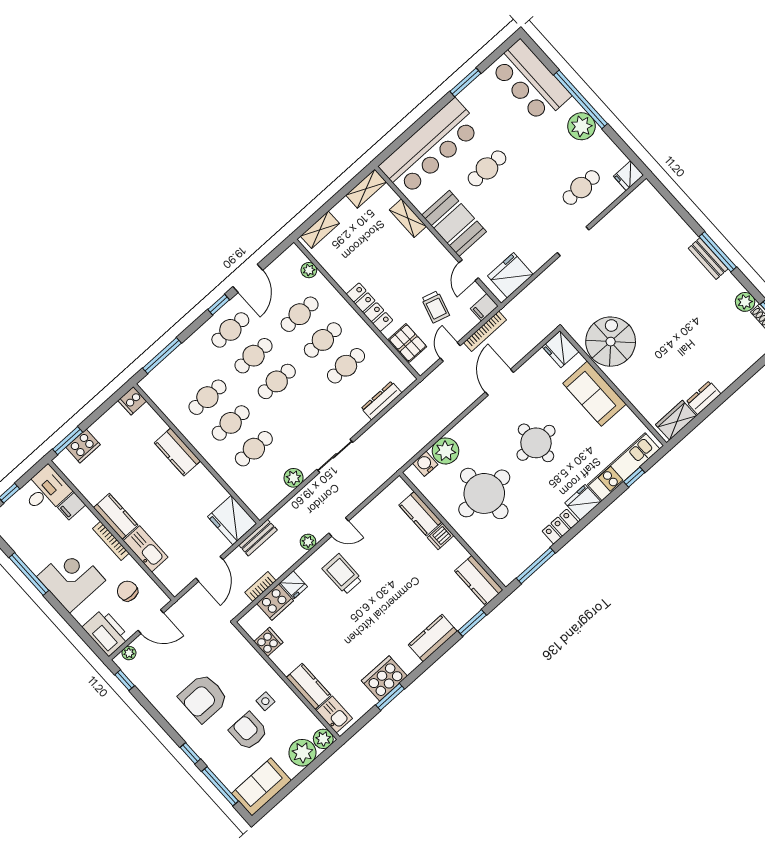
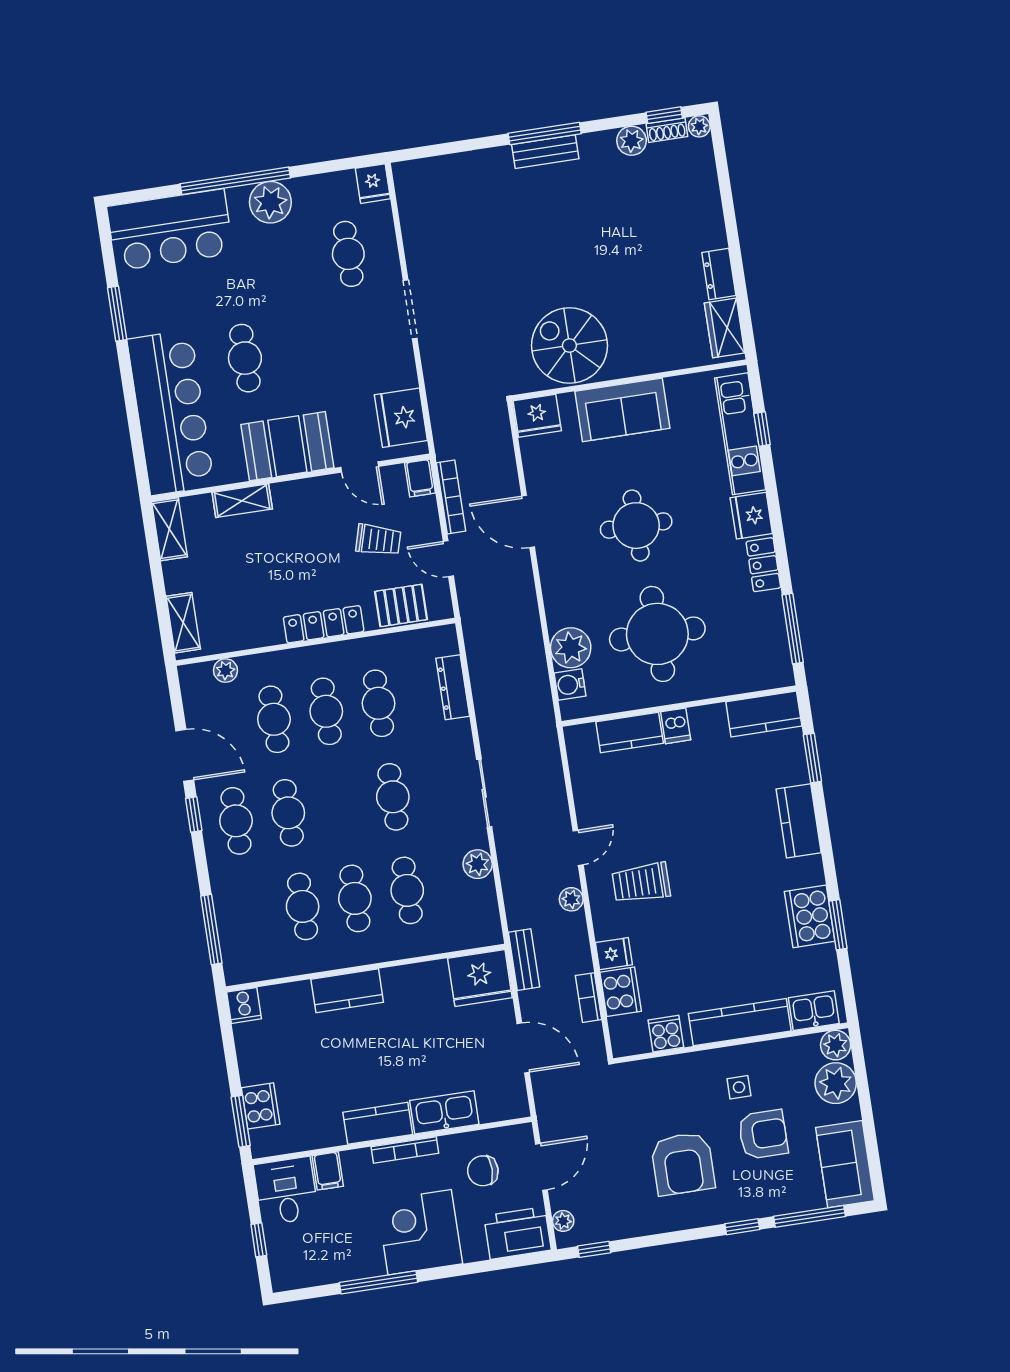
cafe table: (277, 381) -> (393, 797), moved
kitchen counter: (309, 686) -> (740, 1022), width x1.50
armchair: (248, 731) -> (763, 1134), turned 180

